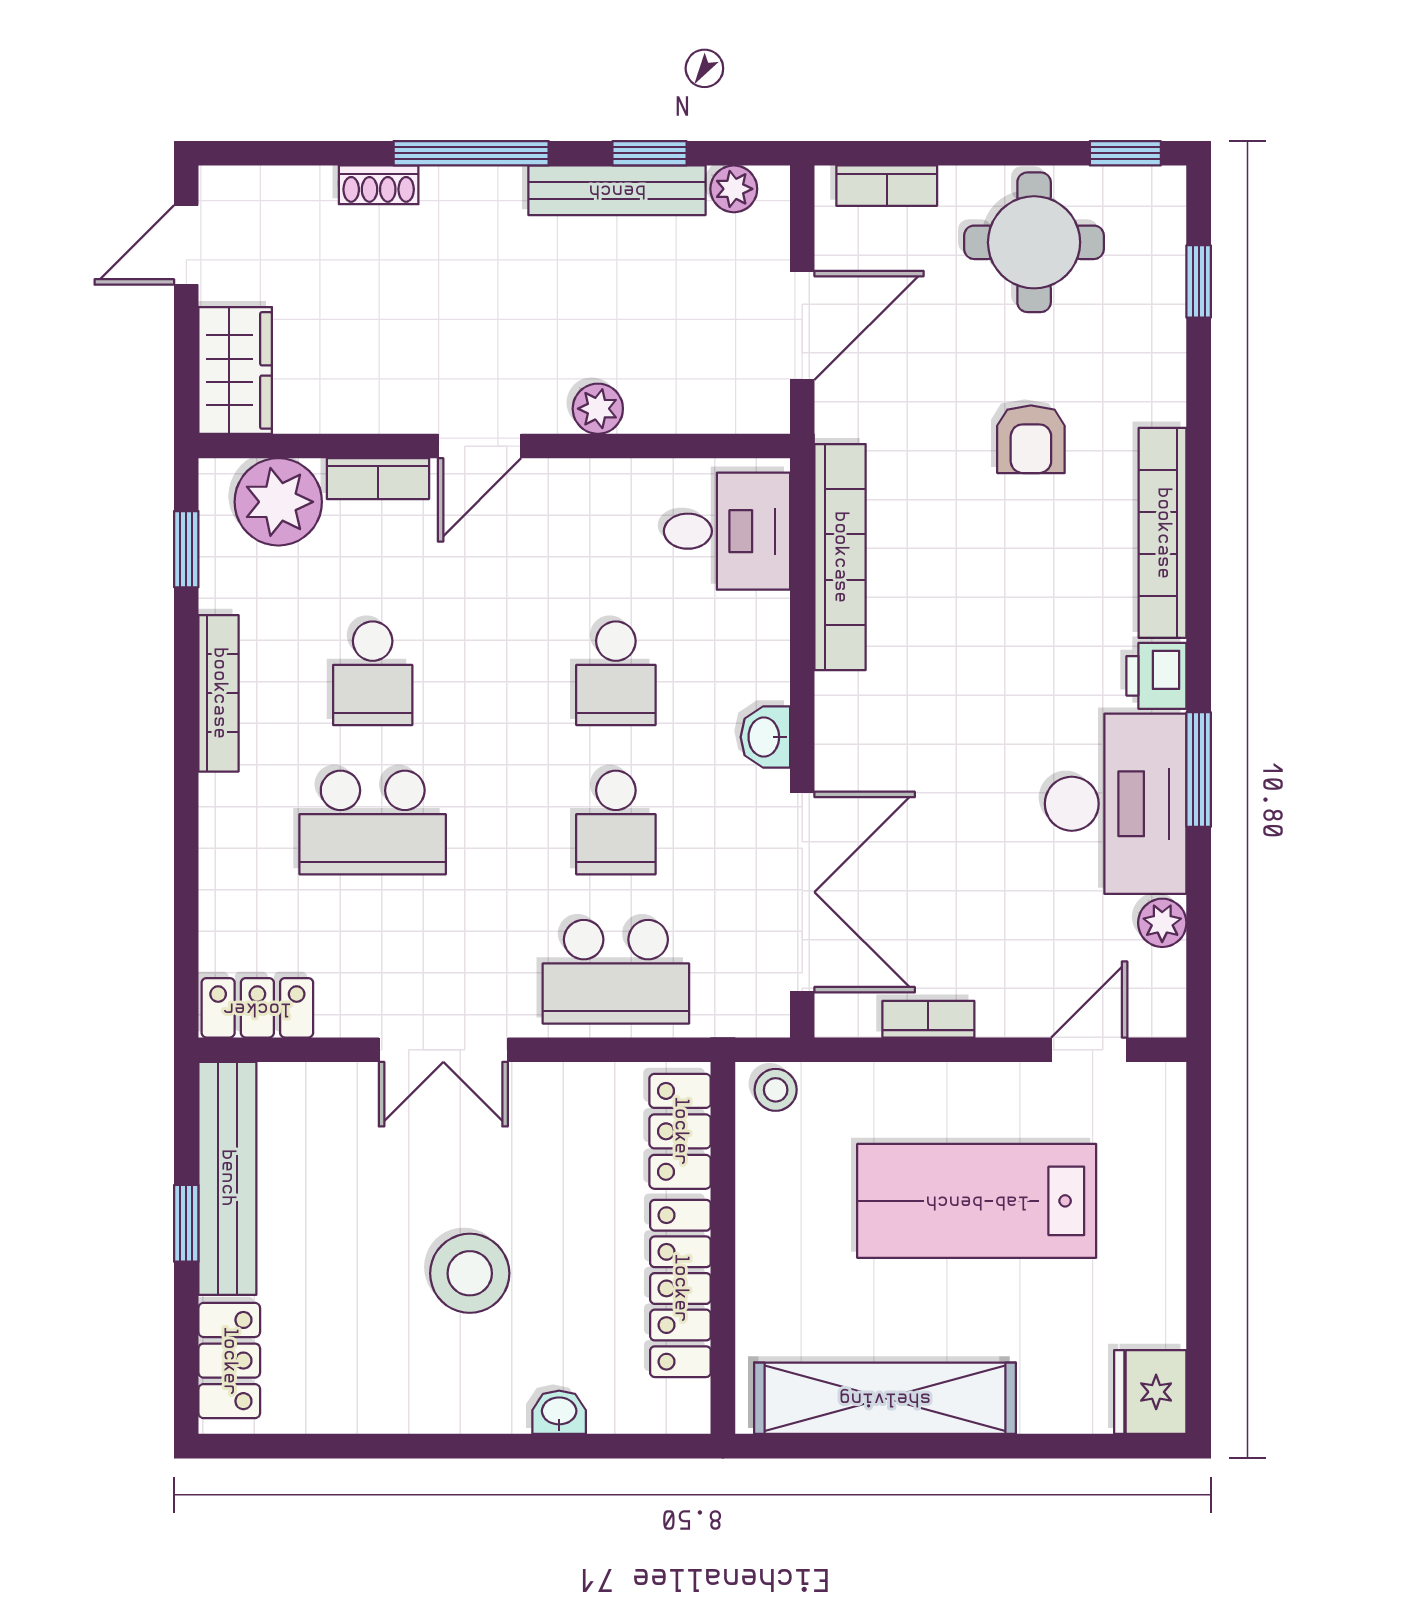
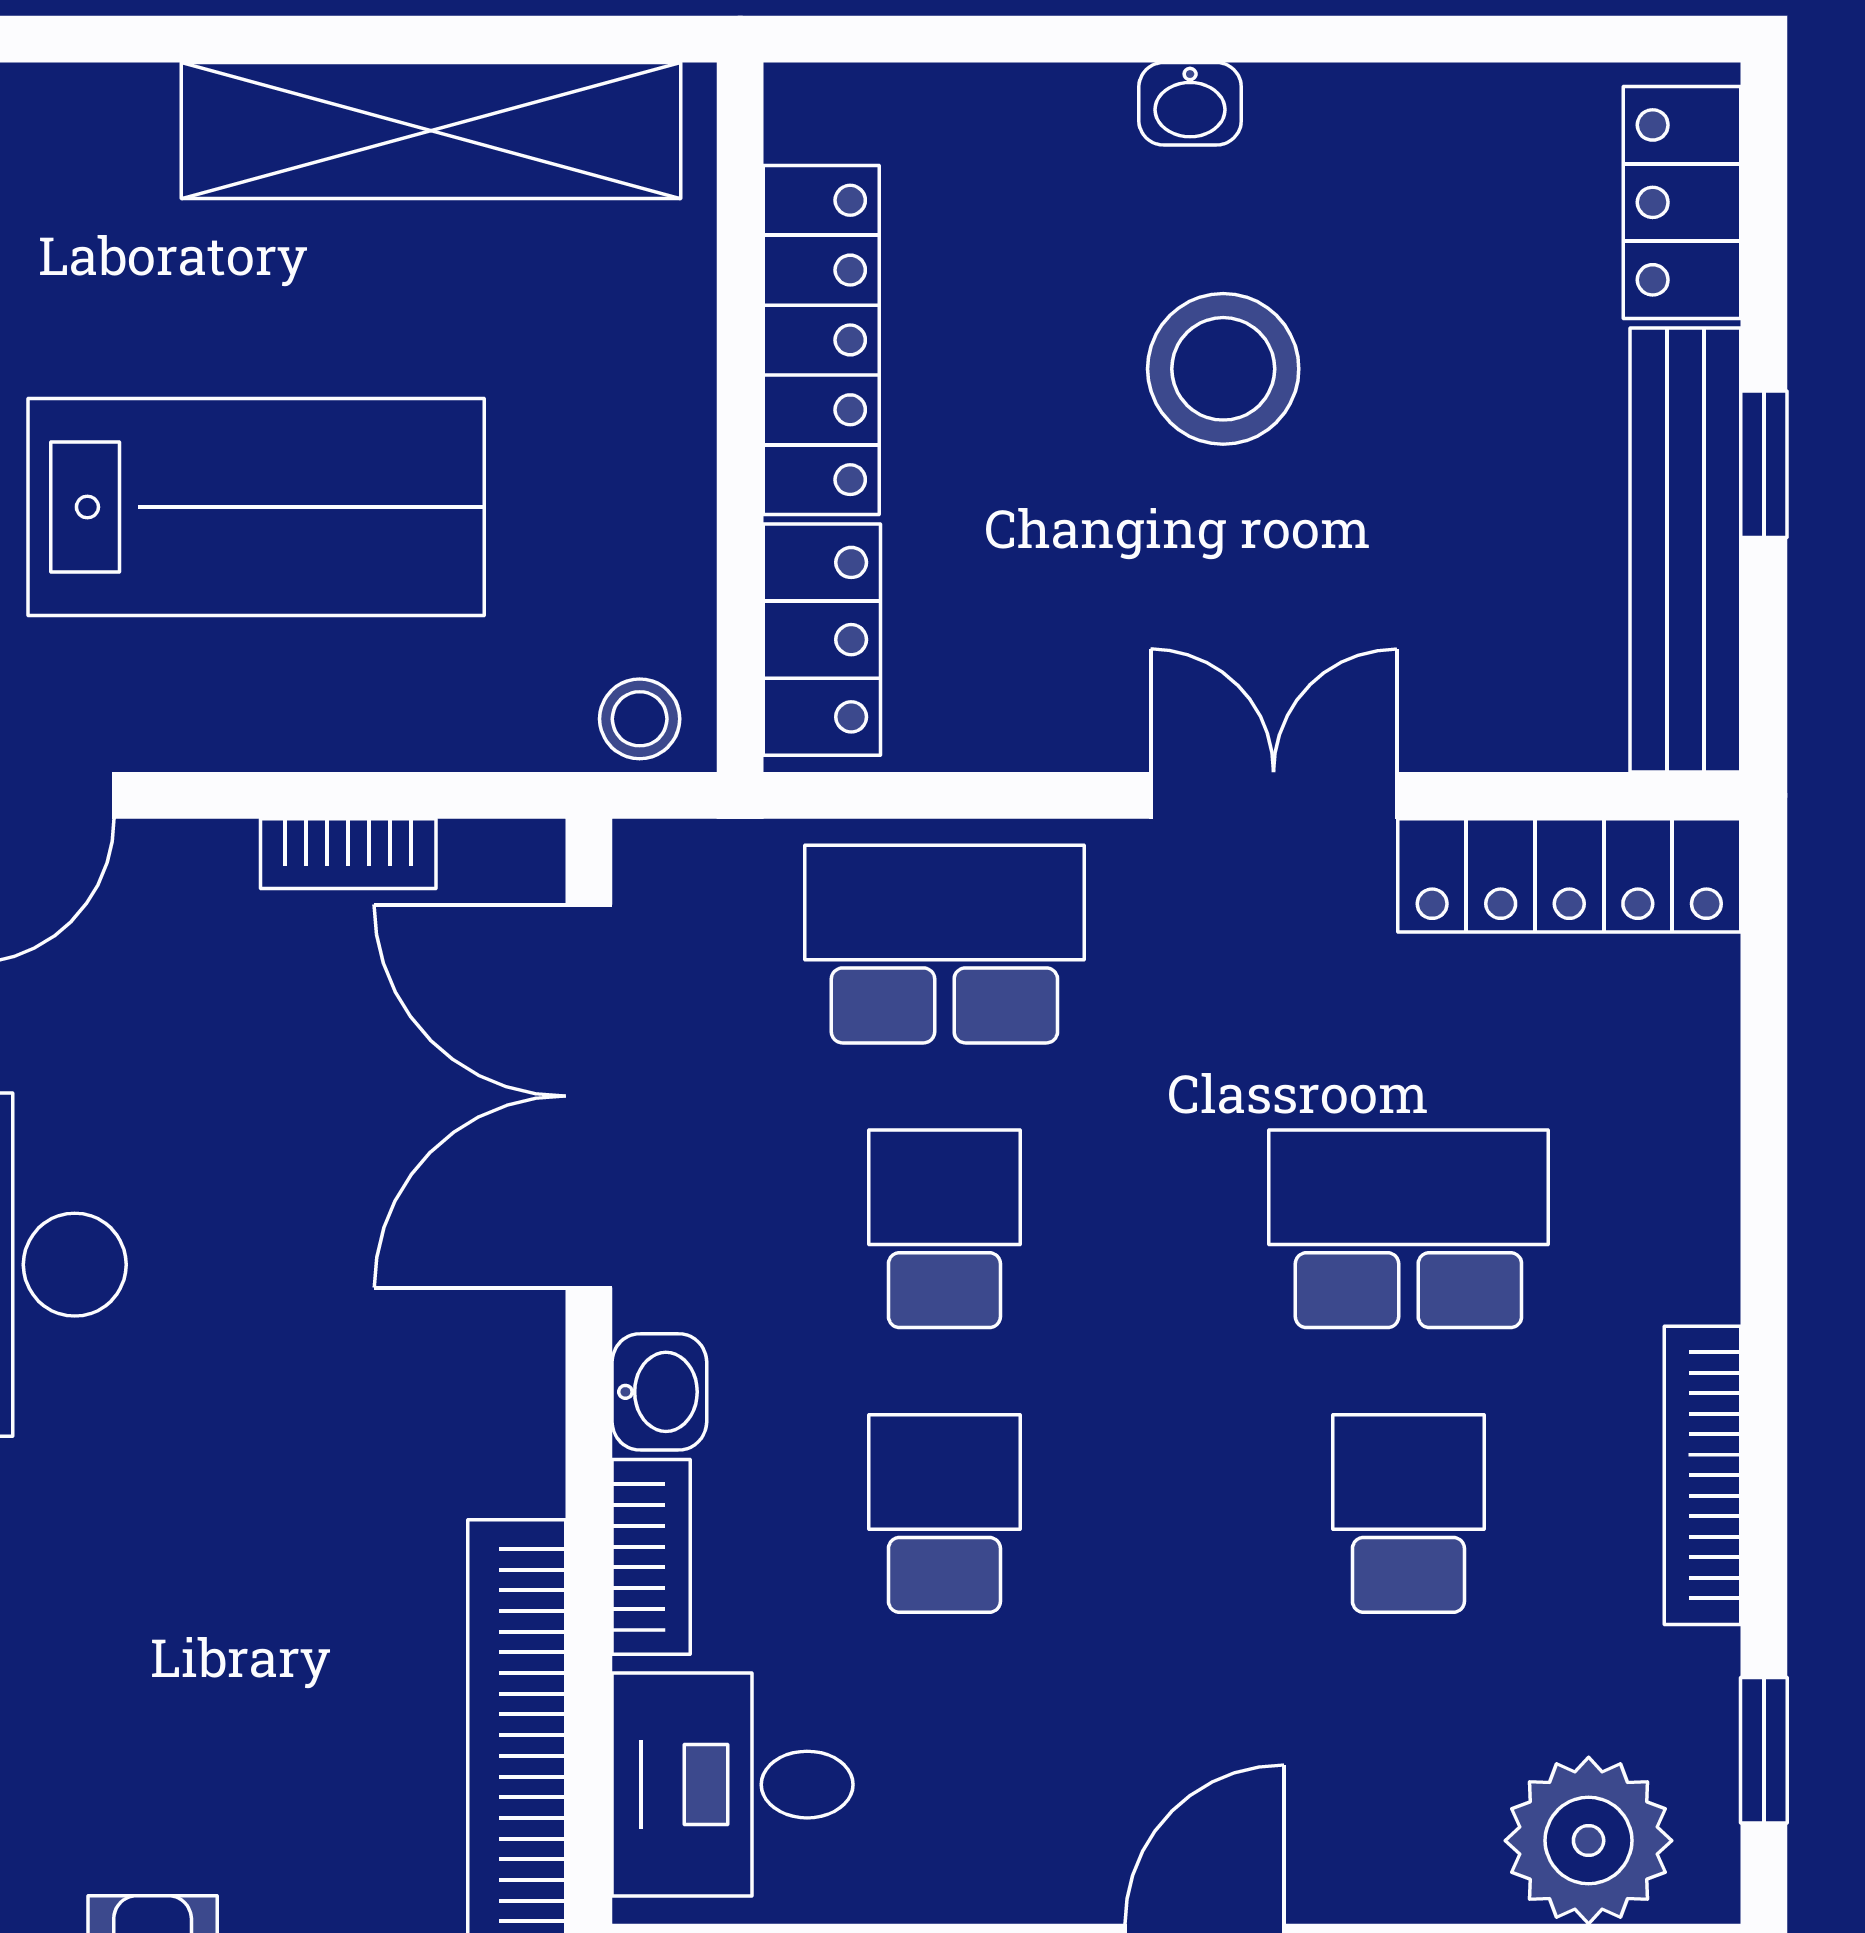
bookcase: (378, 479) -> (651, 1557), moved, turned 90
locker: (257, 1008) -> (1569, 875), width x1.53
washbasin: (559, 1412) -> (1190, 104), moved

